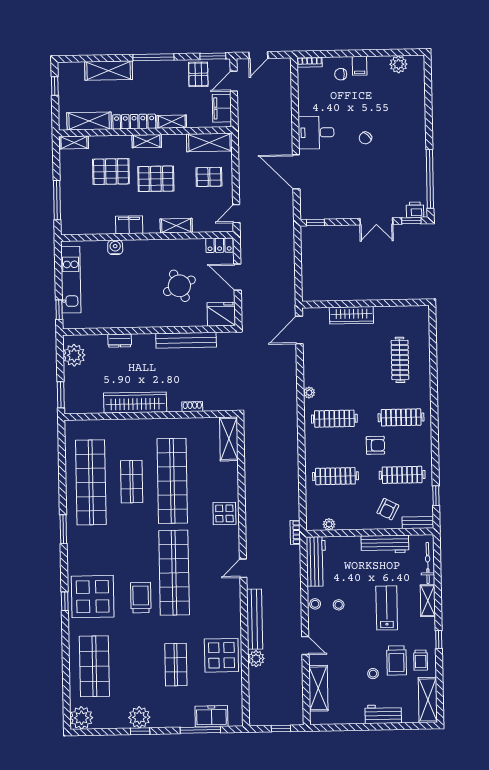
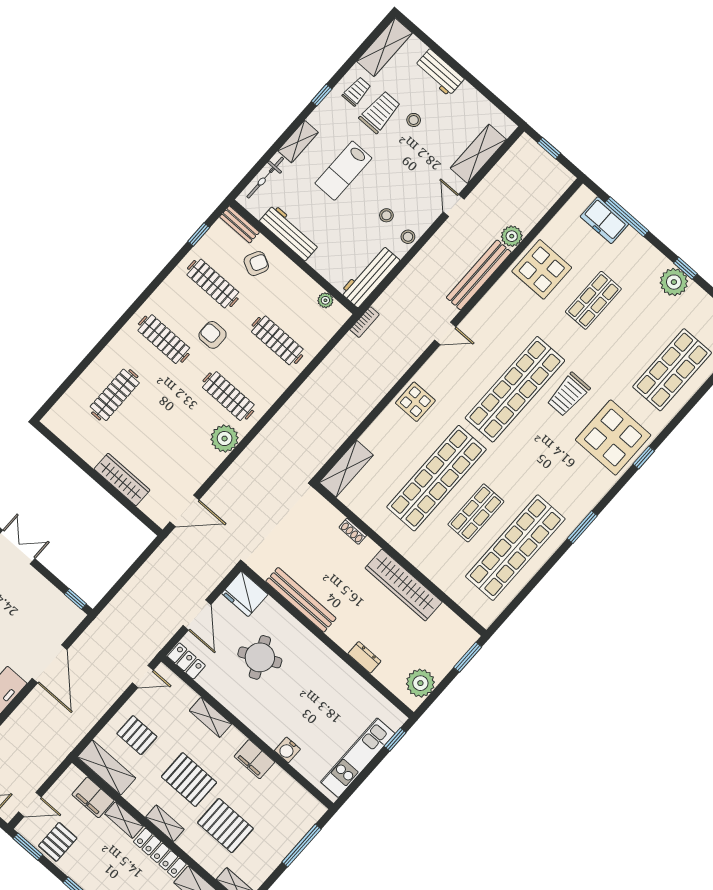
filing cabinet: (222, 108) -> (93, 797), moved, turned 90
plant: (309, 393) -> (225, 439), width x1.88, depth x1.88

